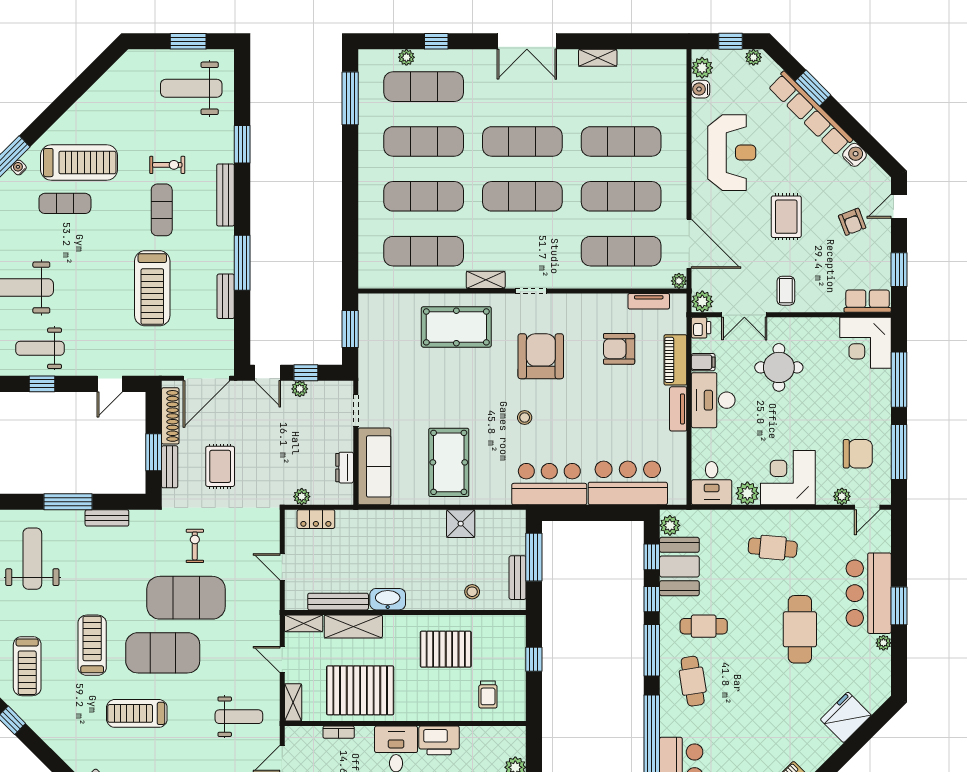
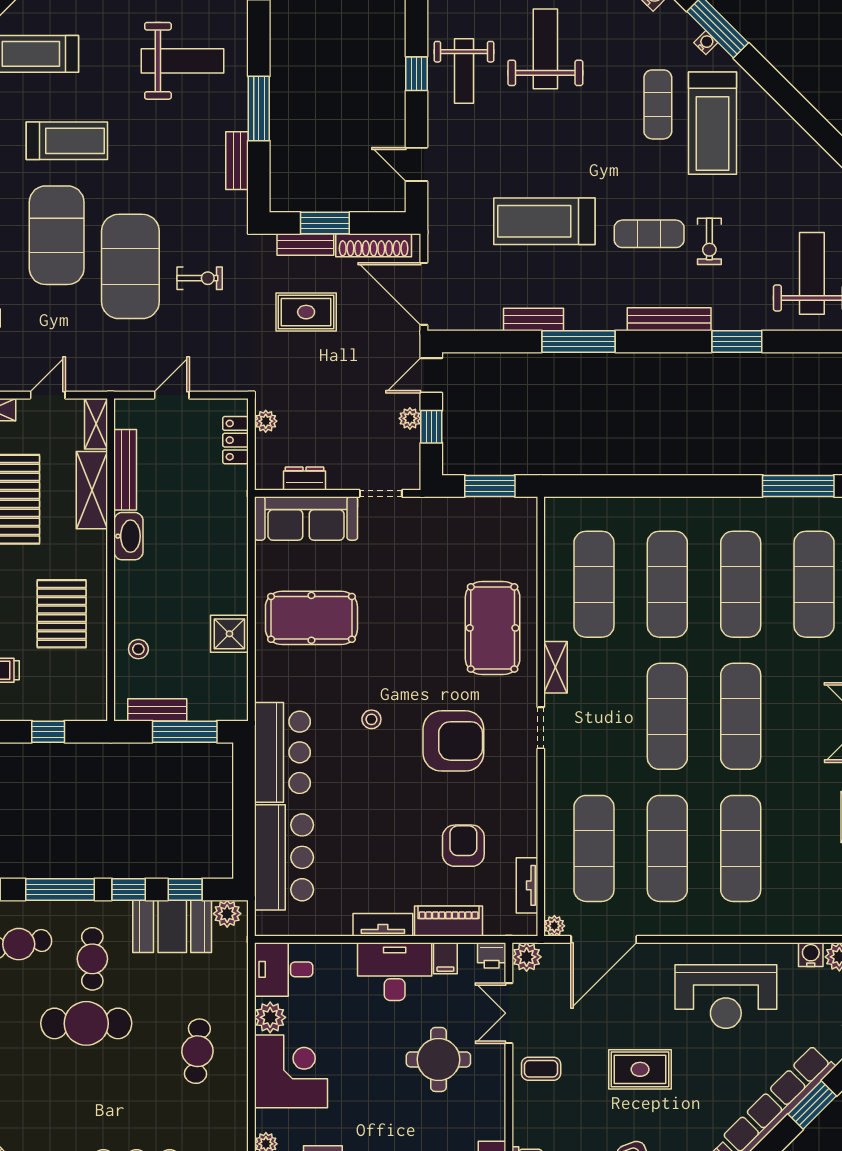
weight bench: (40, 348) -> (464, 71), turned 180
cafe table: (800, 629) -> (86, 1023), moved

